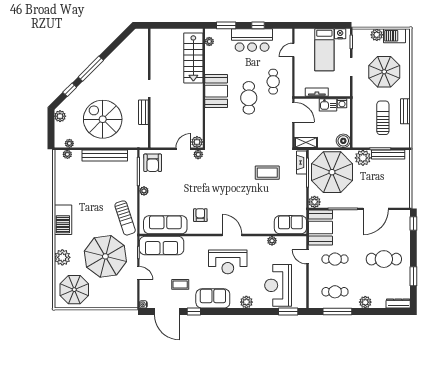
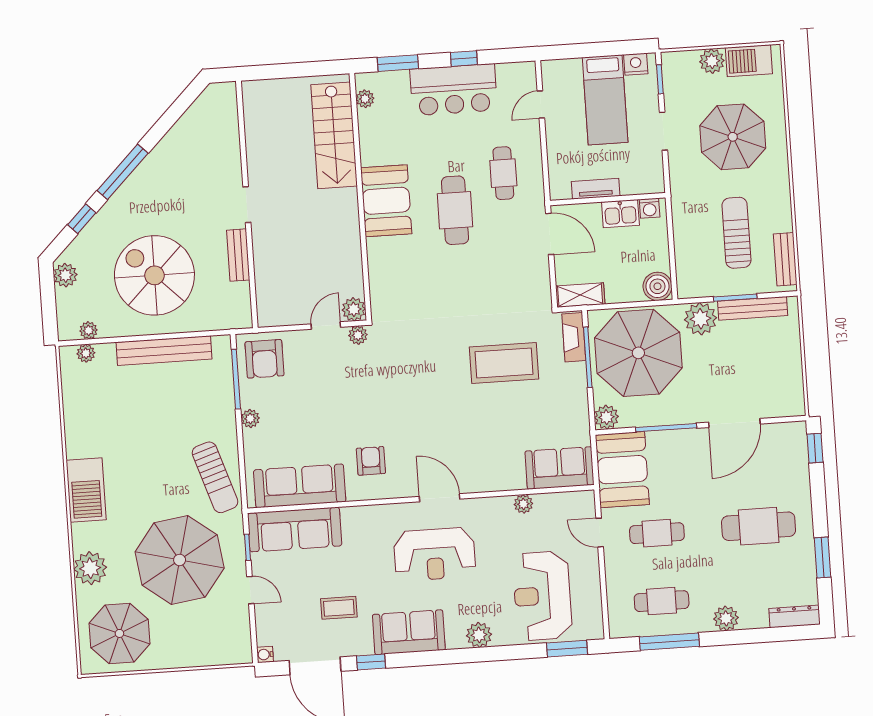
bench: (405, 111) -> (785, 259), moved
coffee table: (267, 173) -> (504, 363), width x1.36, depth x1.32

